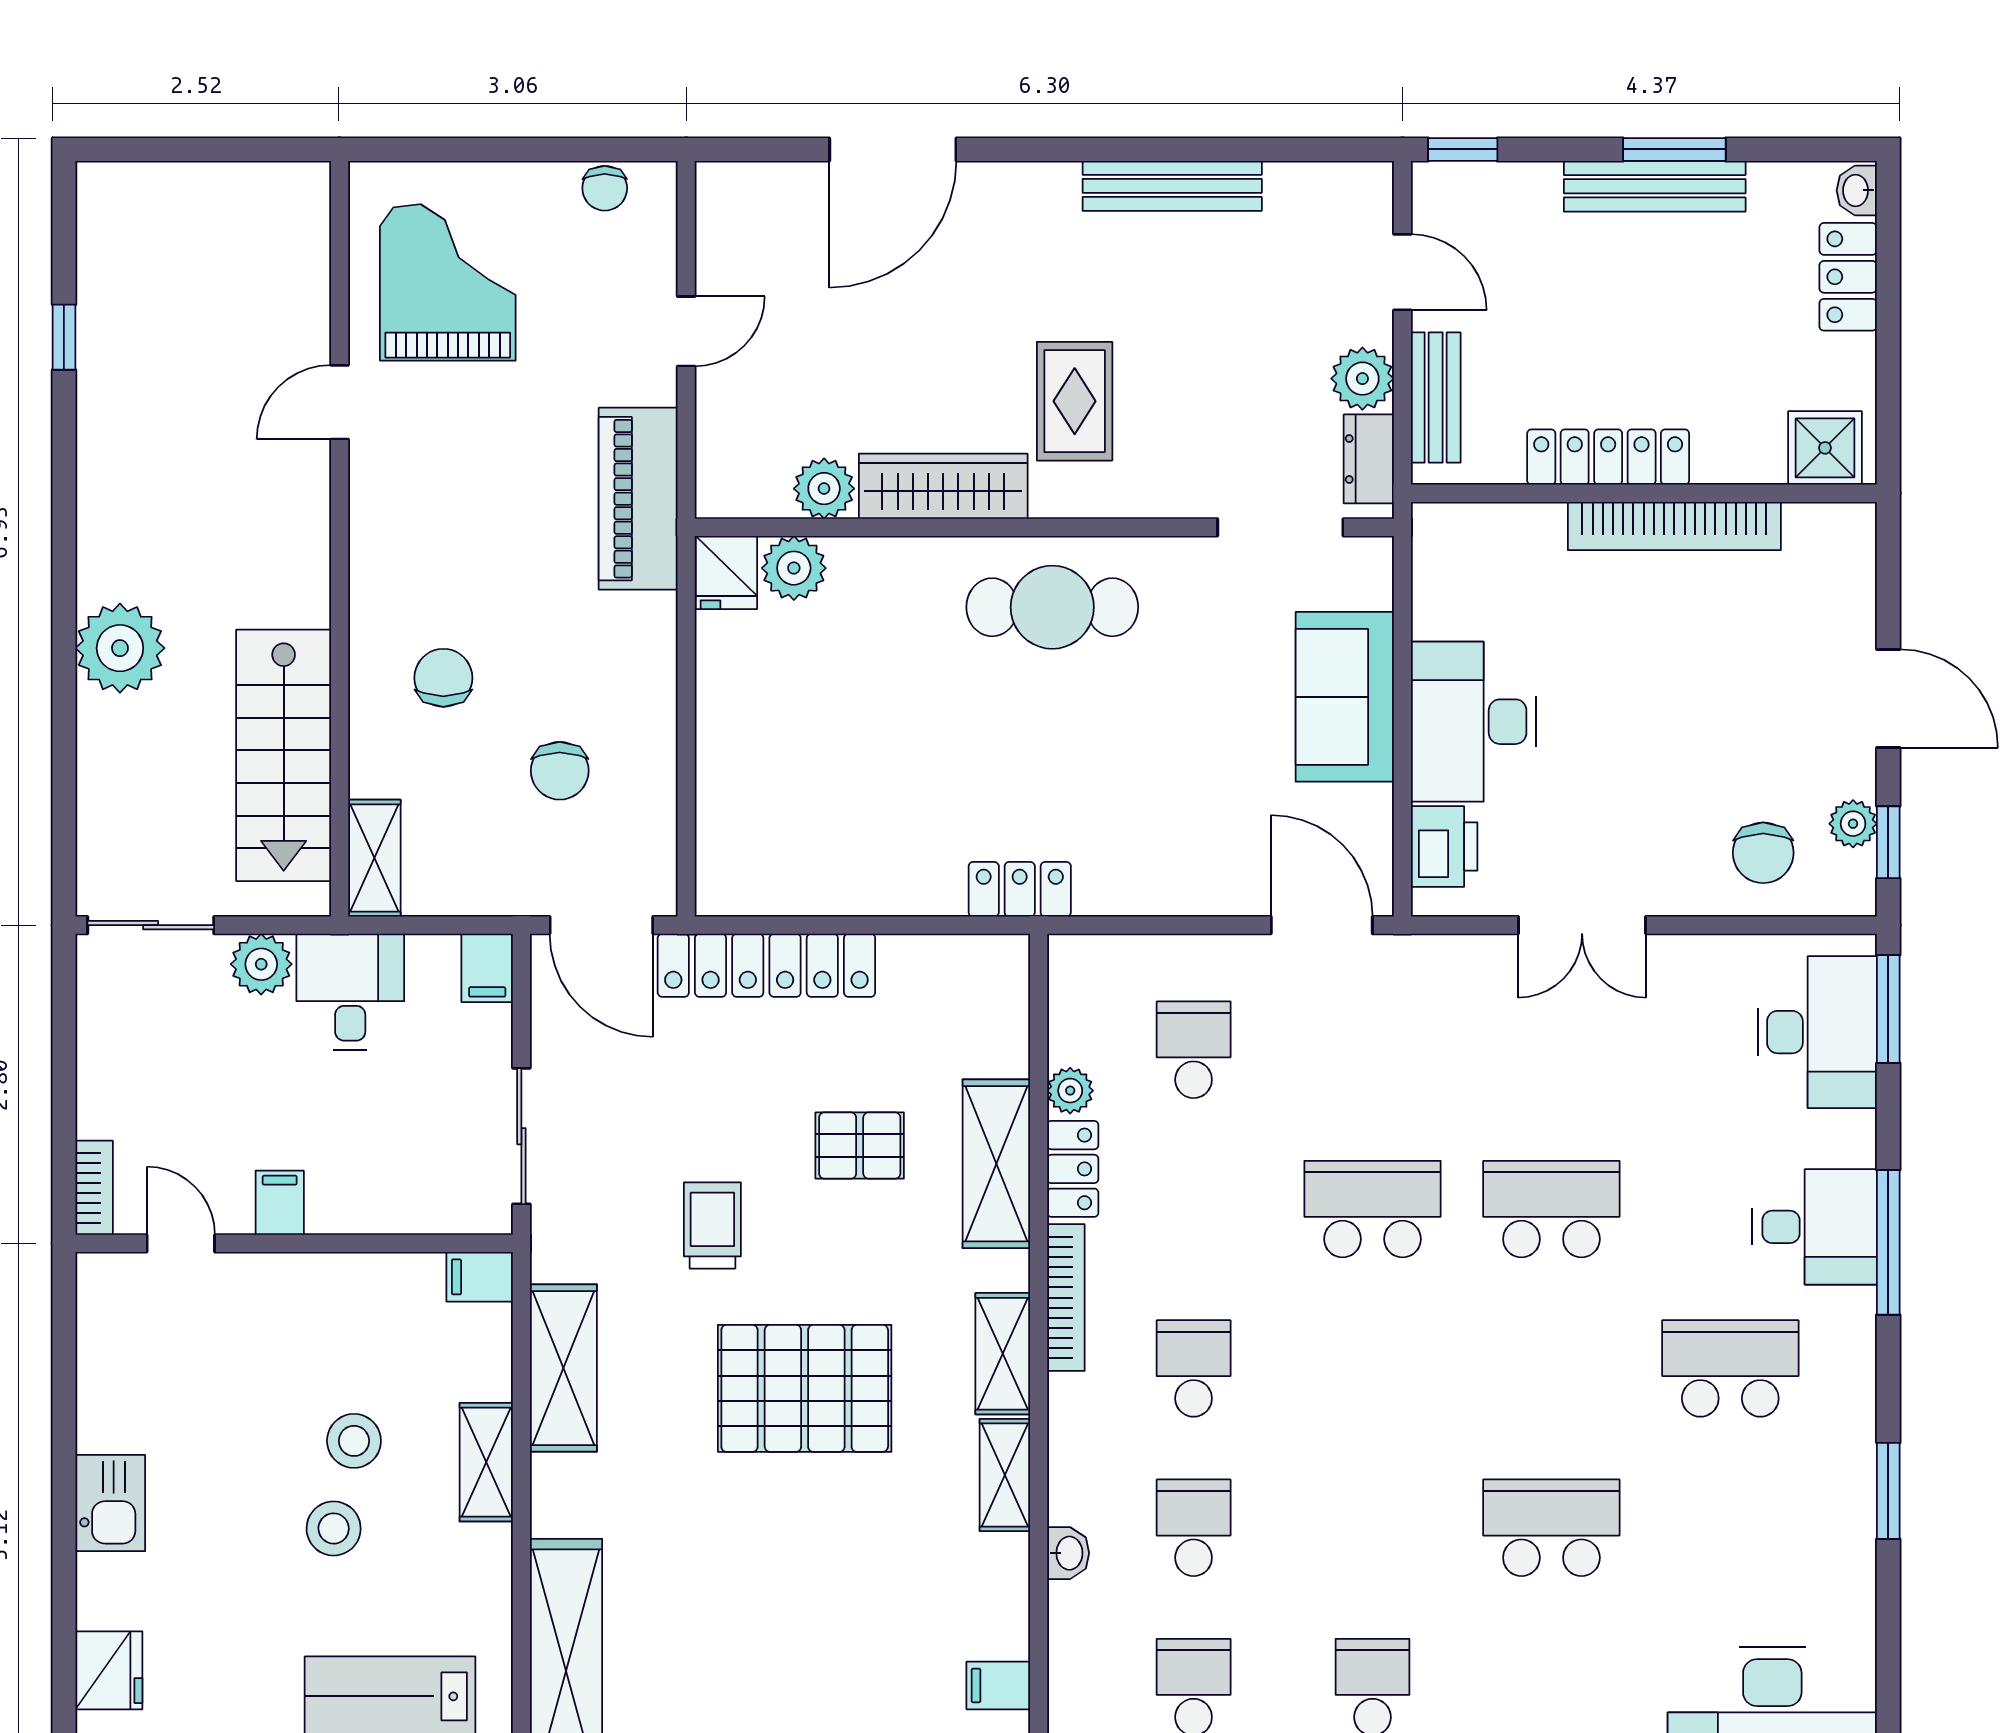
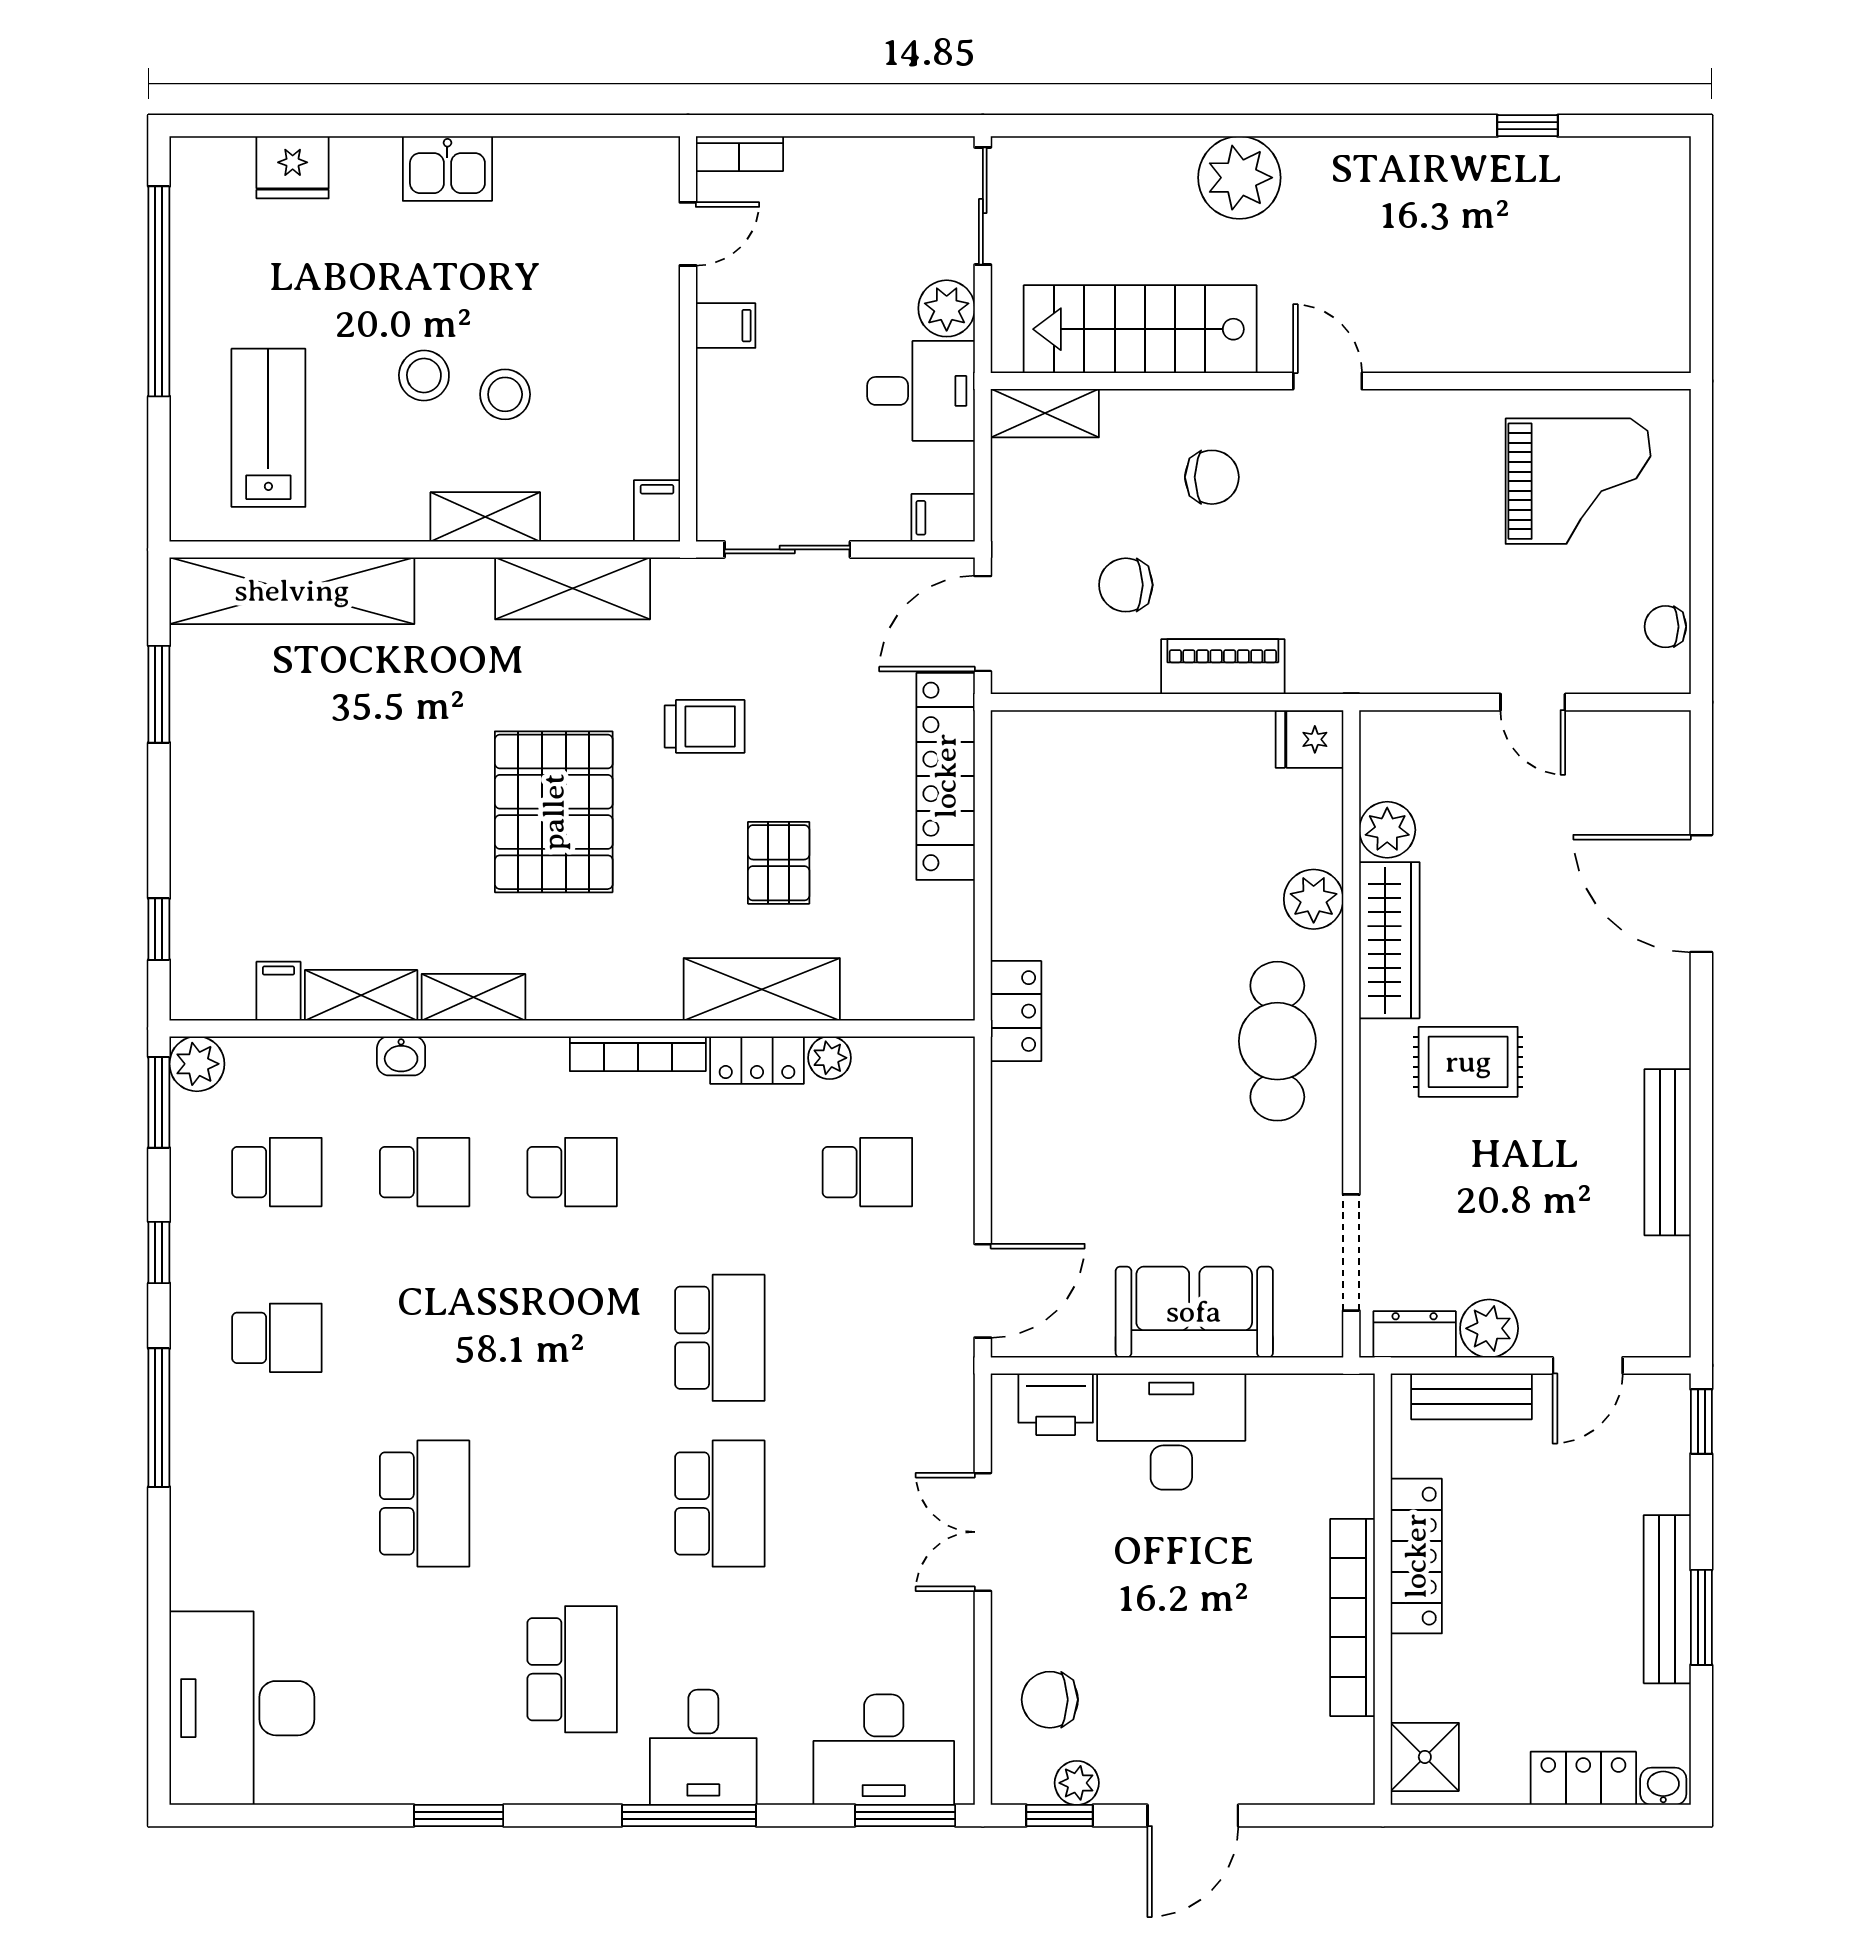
door: (340, 402) -> (1328, 381), moved
piano: (638, 499) -> (1223, 667), moved, width x0.73, depth x0.75
plant: (794, 568) -> (1314, 899), moved
shelving: (1003, 1354) -> (361, 995), moved

